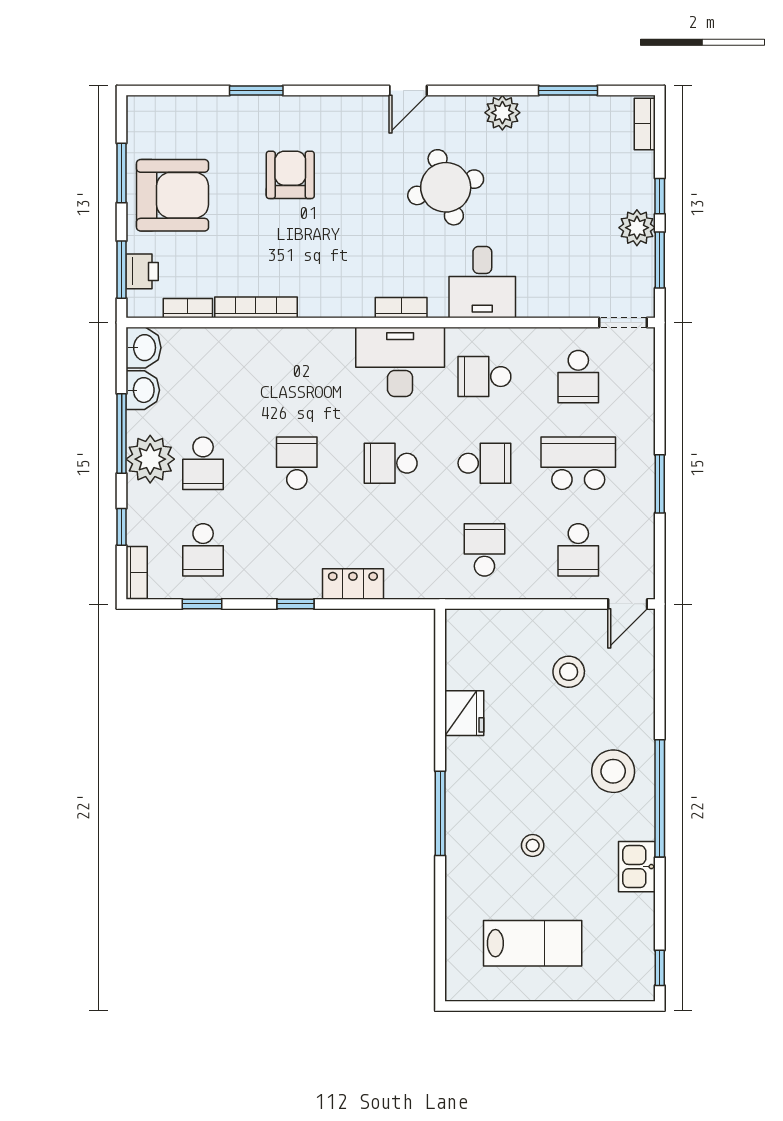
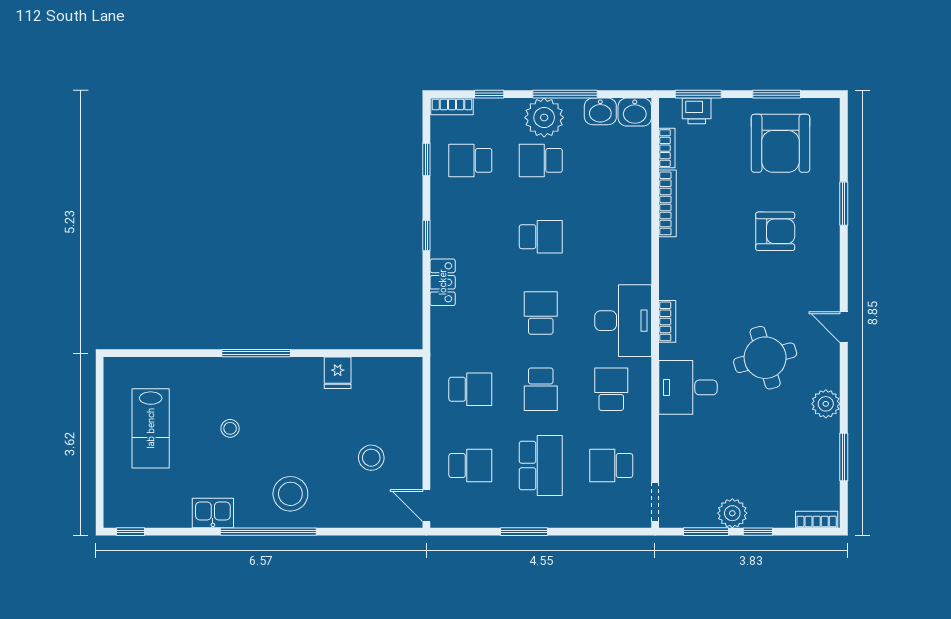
armchair: (173, 195) -> (780, 143), moved
school desk: (578, 550) -> (470, 465), turned 180
fridge: (464, 713) -> (338, 373), width x0.72

